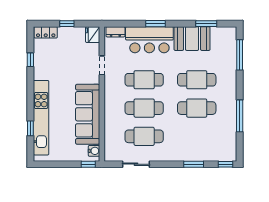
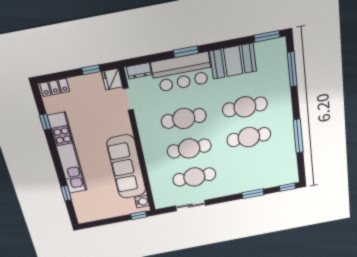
window: (67, 24) -> (91, 70), moved
window: (206, 24) -> (267, 36), moved
doorway: (102, 65) -> (128, 99), moved
kitchen unit: (41, 118) -> (67, 154), moved

